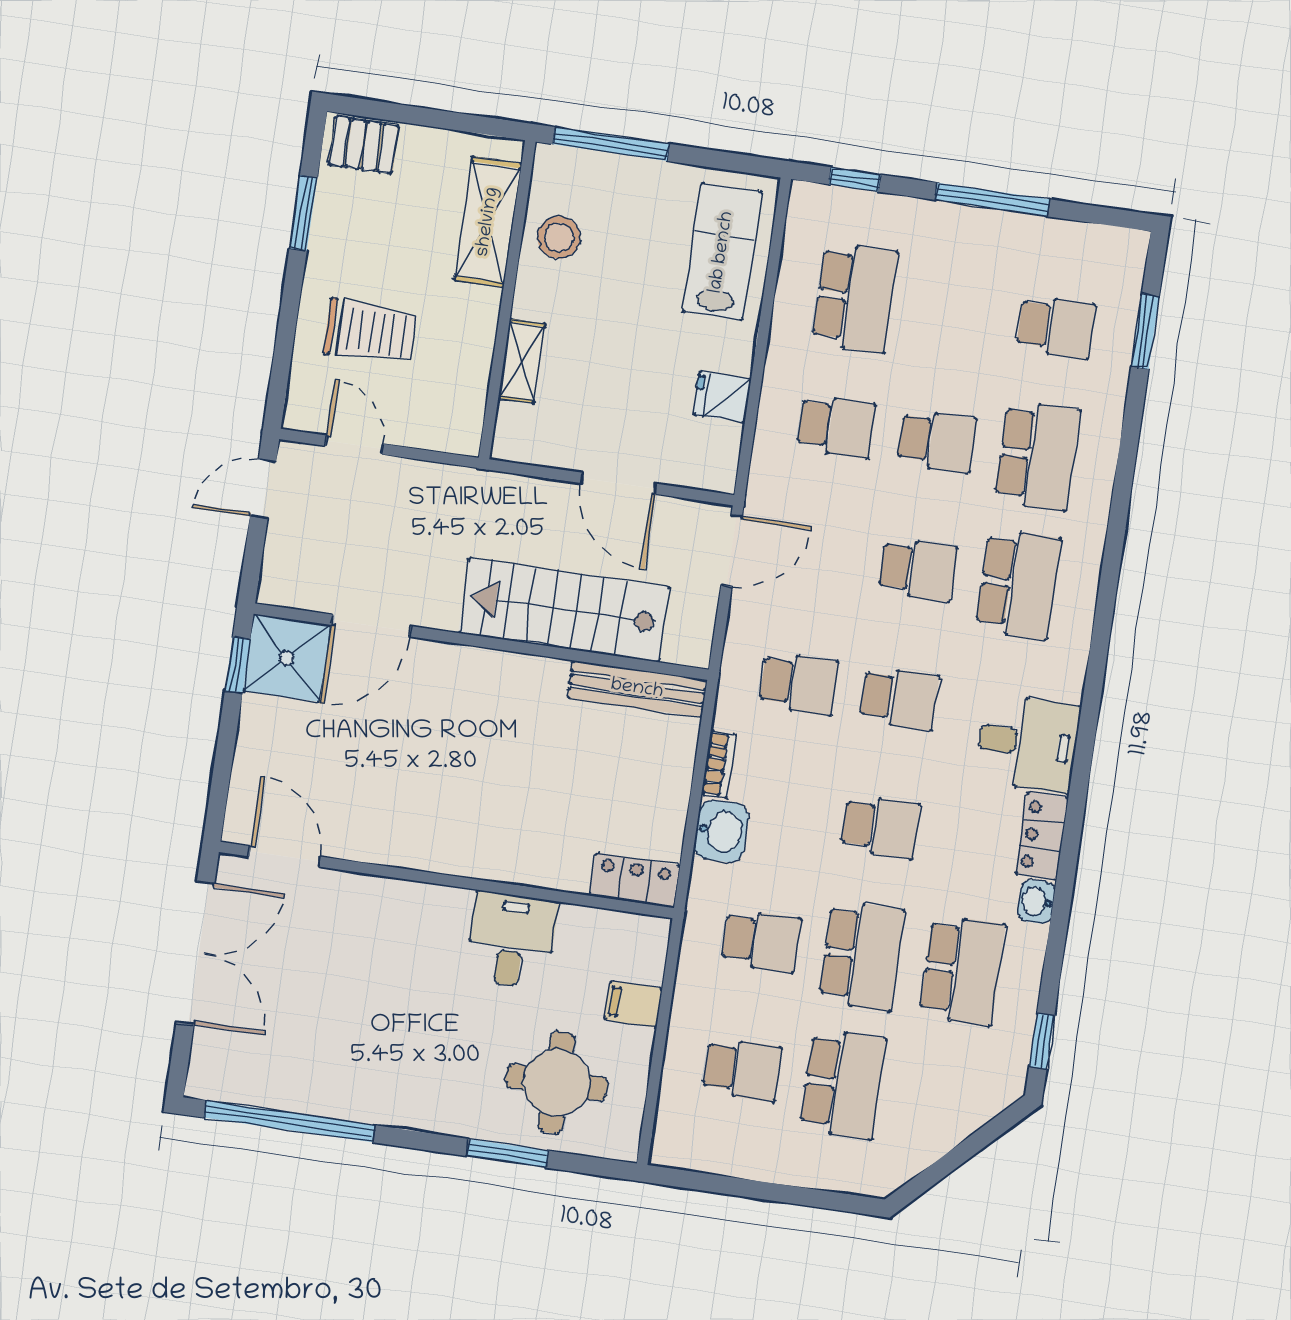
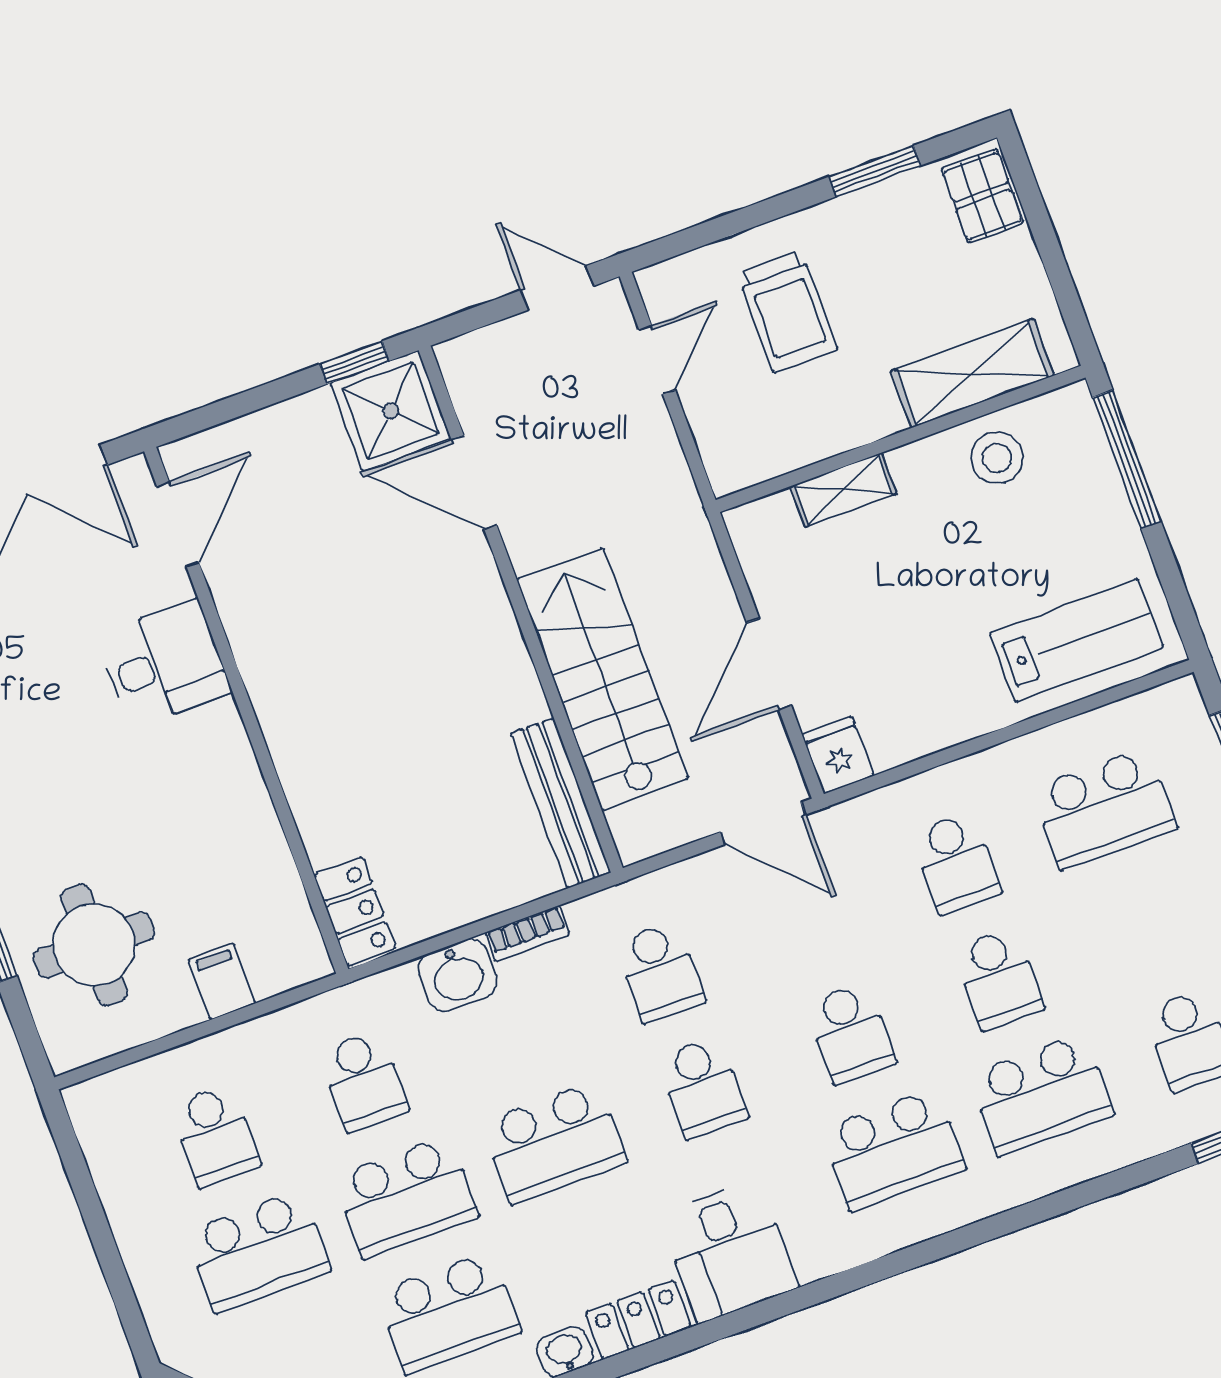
fridge: (722, 397) -> (838, 755), moved
school desk: (880, 827) -> (554, 1142), width x1.85
desk: (511, 940) -> (164, 664), moved

